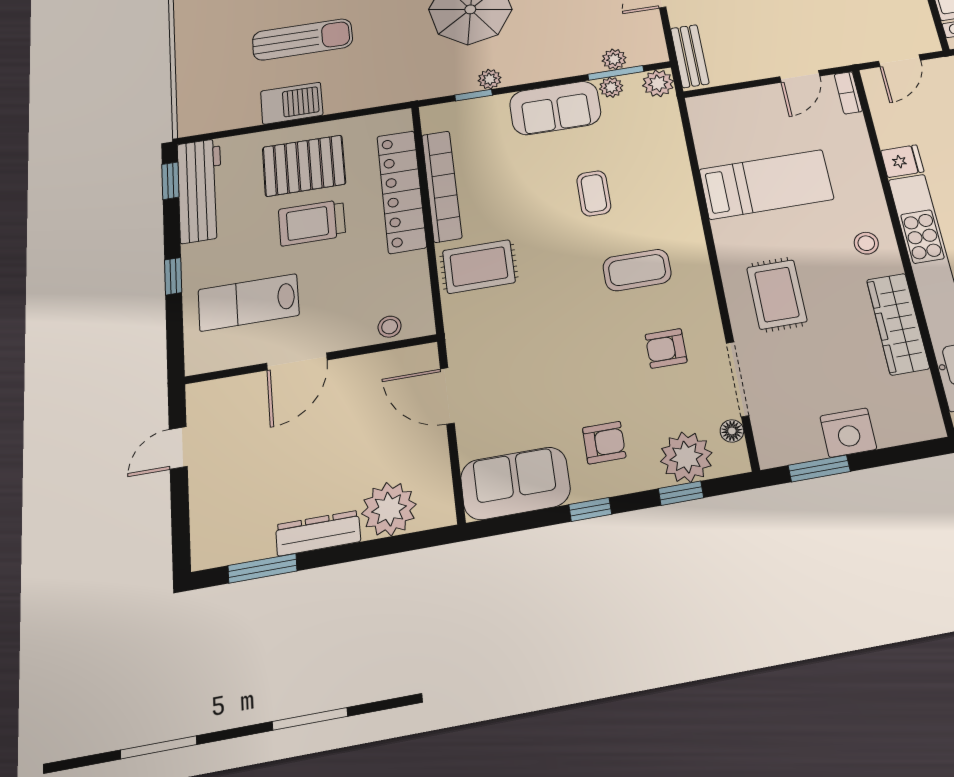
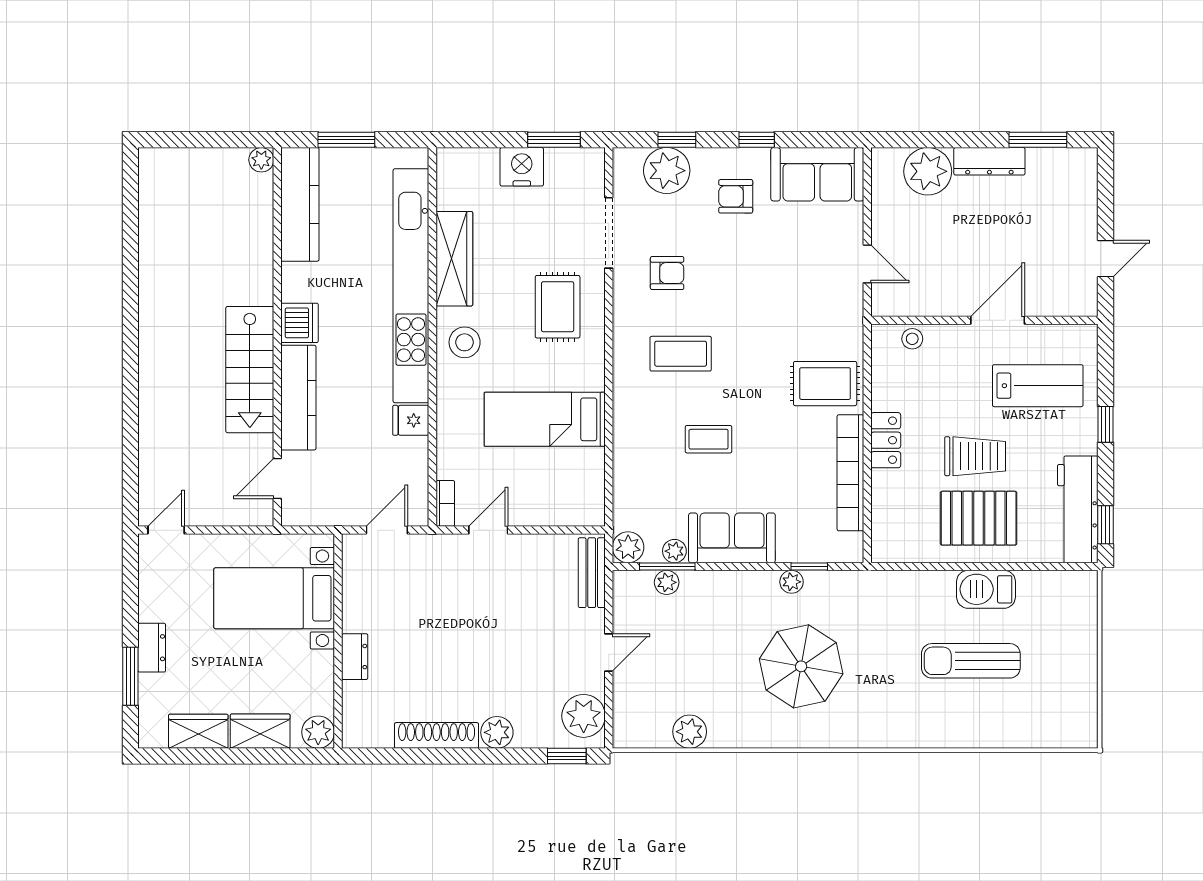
locker: (401, 191) -> (886, 440), width x0.46, depth x0.83
coffee table: (594, 193) -> (709, 439), turned 90
stool: (866, 243) -> (465, 342), width x1.37, depth x1.37
door: (447, 396) -> (867, 264), width x0.73
floor lamp: (732, 431) -> (623, 187), removed

